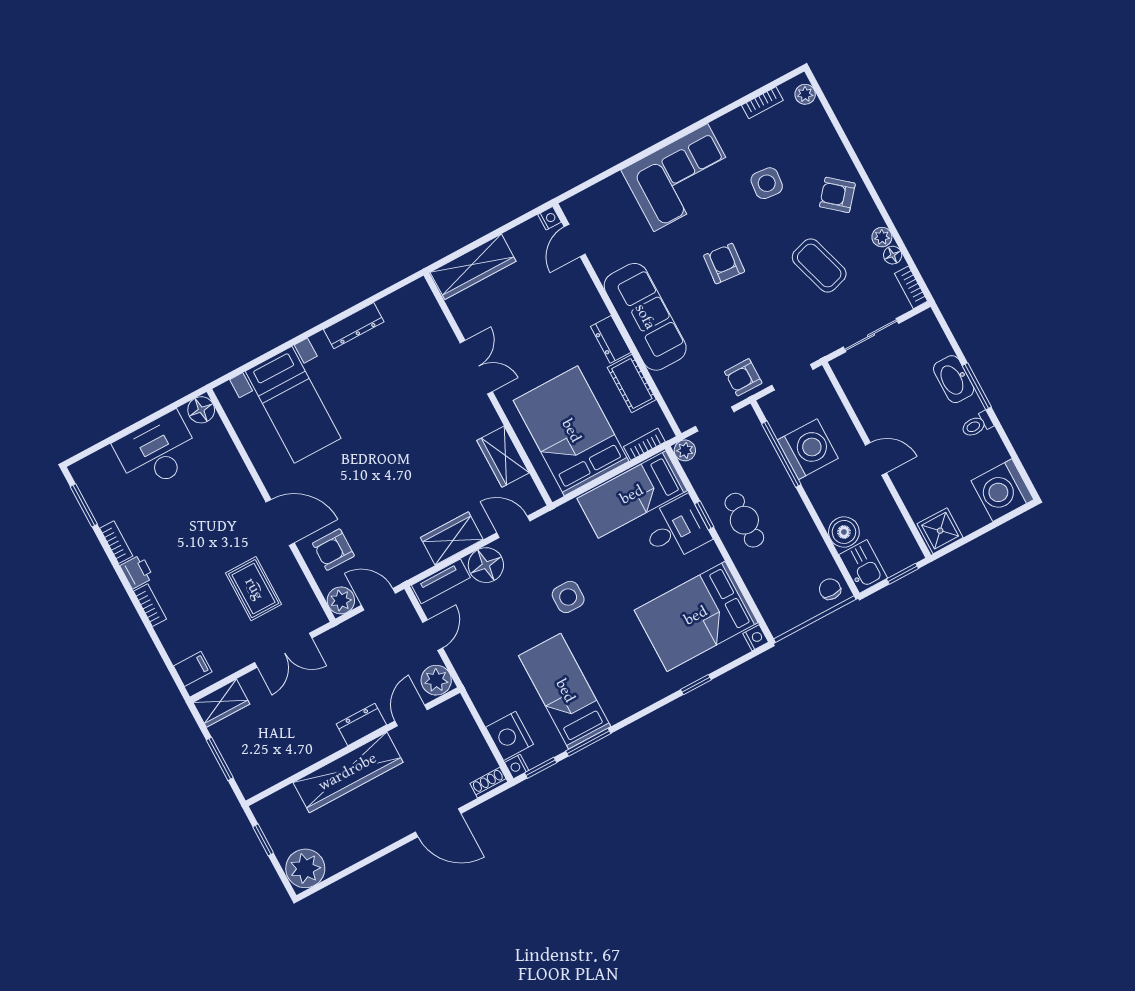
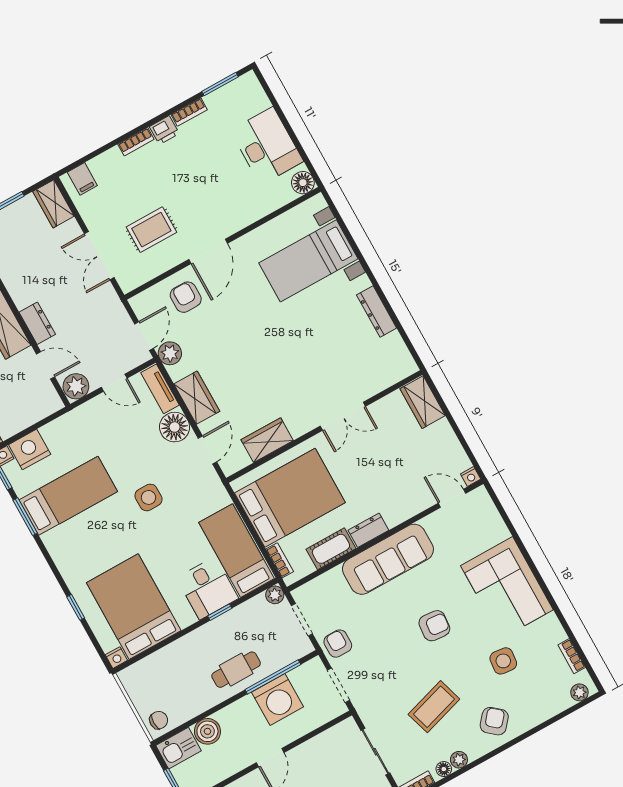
wardrobe: (473, 267) -> (423, 402), width x0.67
cafe table: (744, 520) -> (236, 670), moved
plant: (341, 600) -> (170, 353), moved

